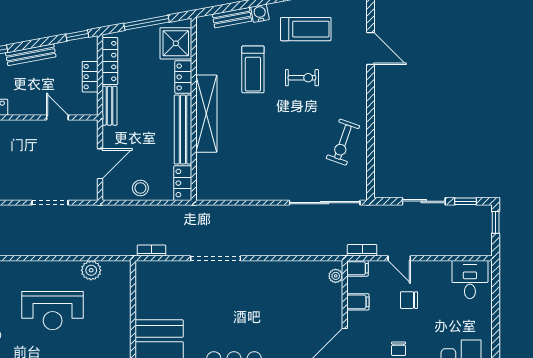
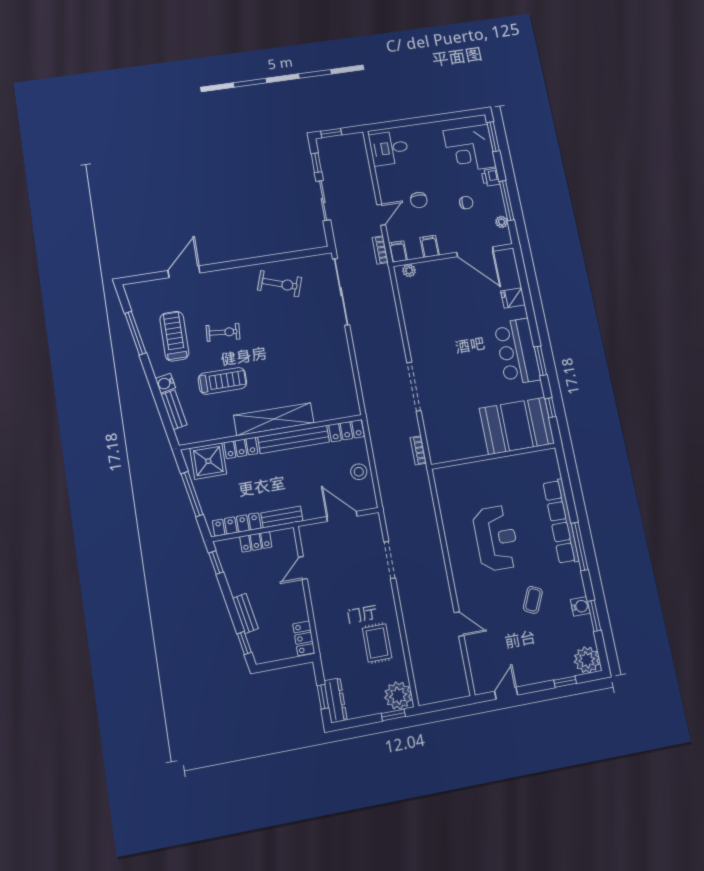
bench: (31, 55) -> (245, 613), width x0.73
exercise bike: (302, 78) -> (223, 332), turned 95
plant: (91, 270) -> (449, 507), removed

